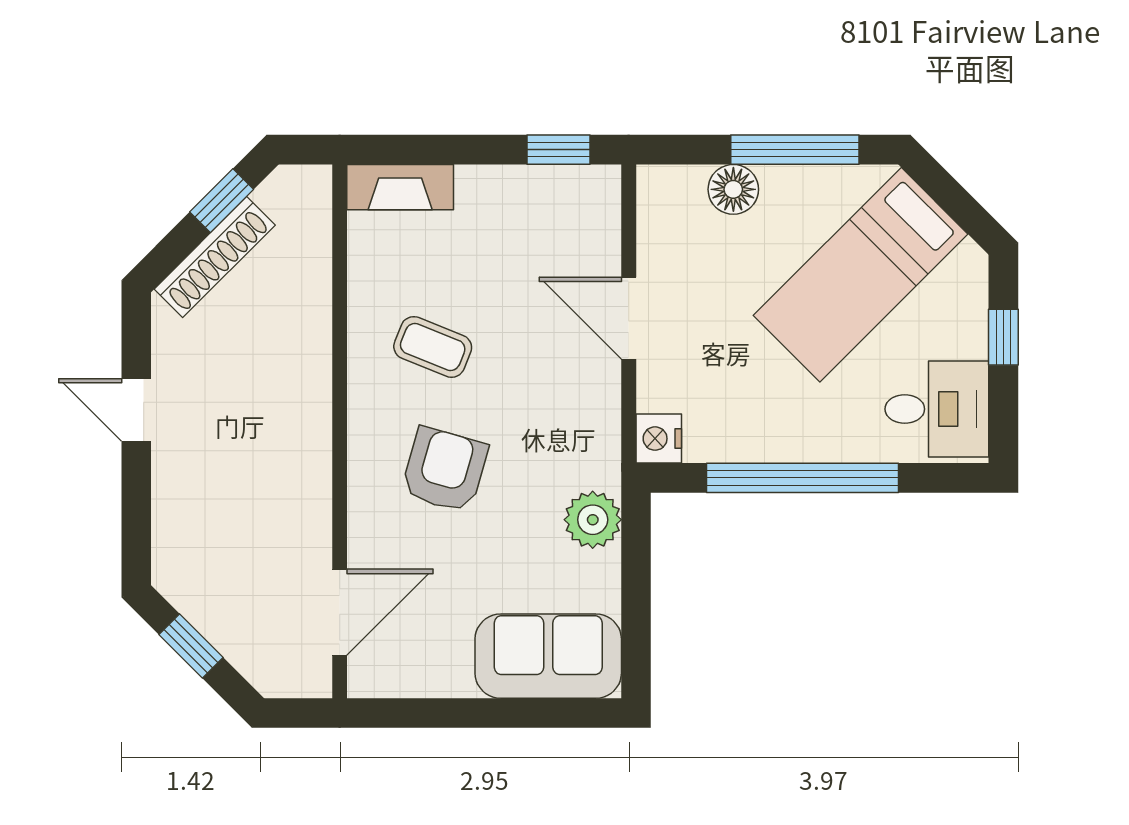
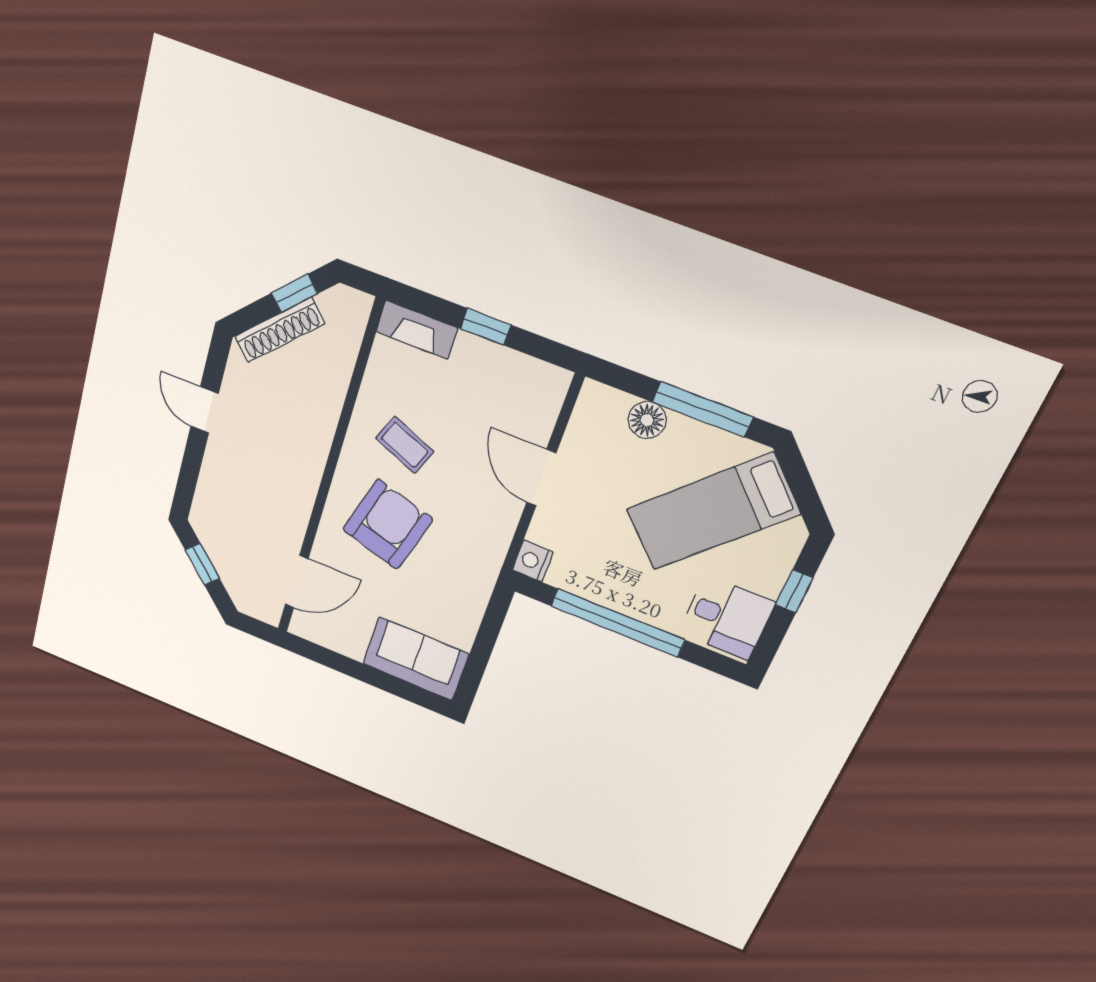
window: (558, 150) -> (486, 327), moved
armchair: (445, 470) -> (388, 525), width x1.36, depth x1.36
plant: (593, 520) -> (472, 592), removed

